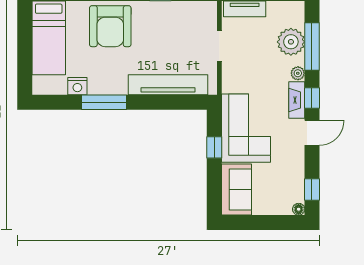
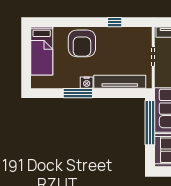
nightstand: (77, 86) -> (87, 83), moved
window: (214, 147) -> (150, 123), width x3.17

